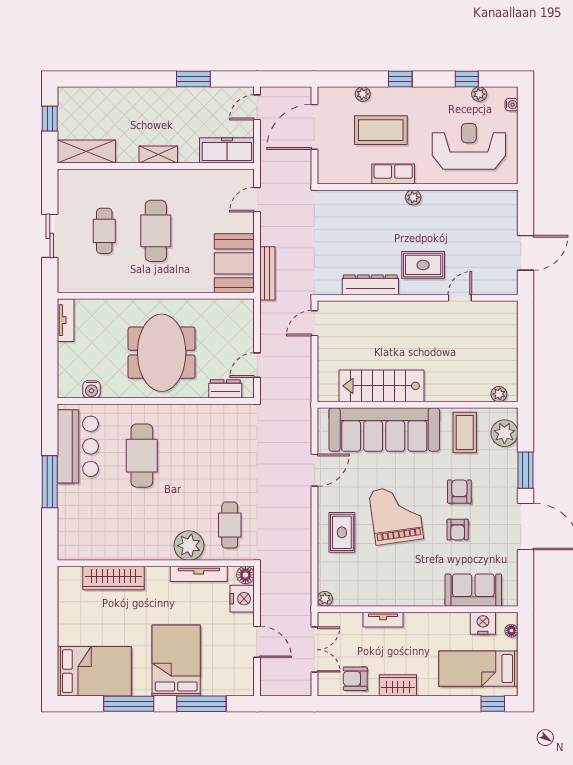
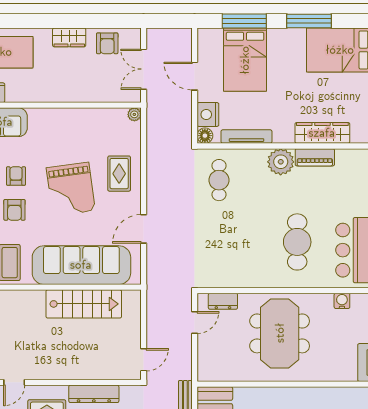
plant: (189, 546) -> (281, 162), moved
piano: (122, 551) -> (315, 157), added
tv unit: (383, 620) -> (82, 96), removed
bed: (176, 660) -> (245, 60), moved
armchair: (355, 679) -> (107, 43), turned 90

